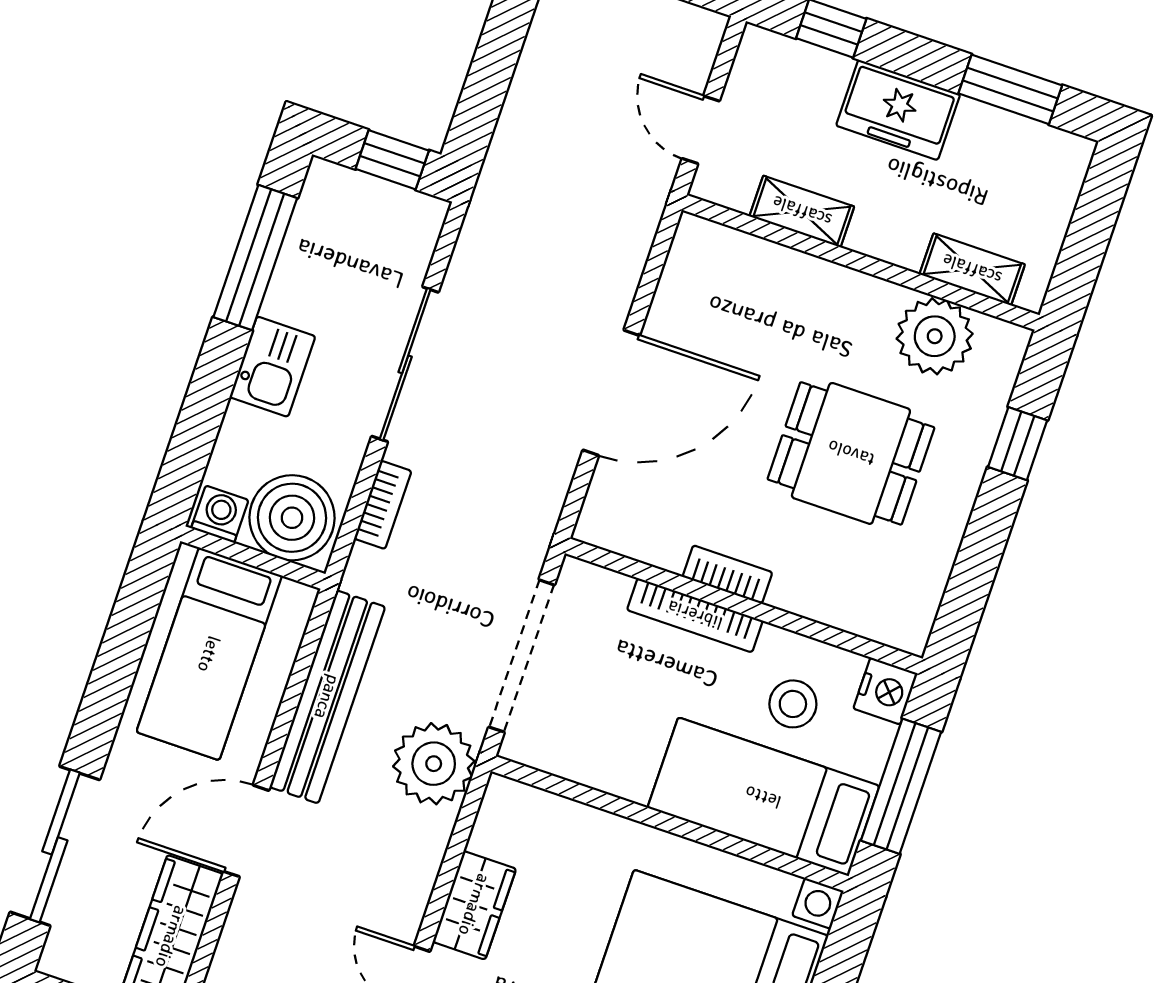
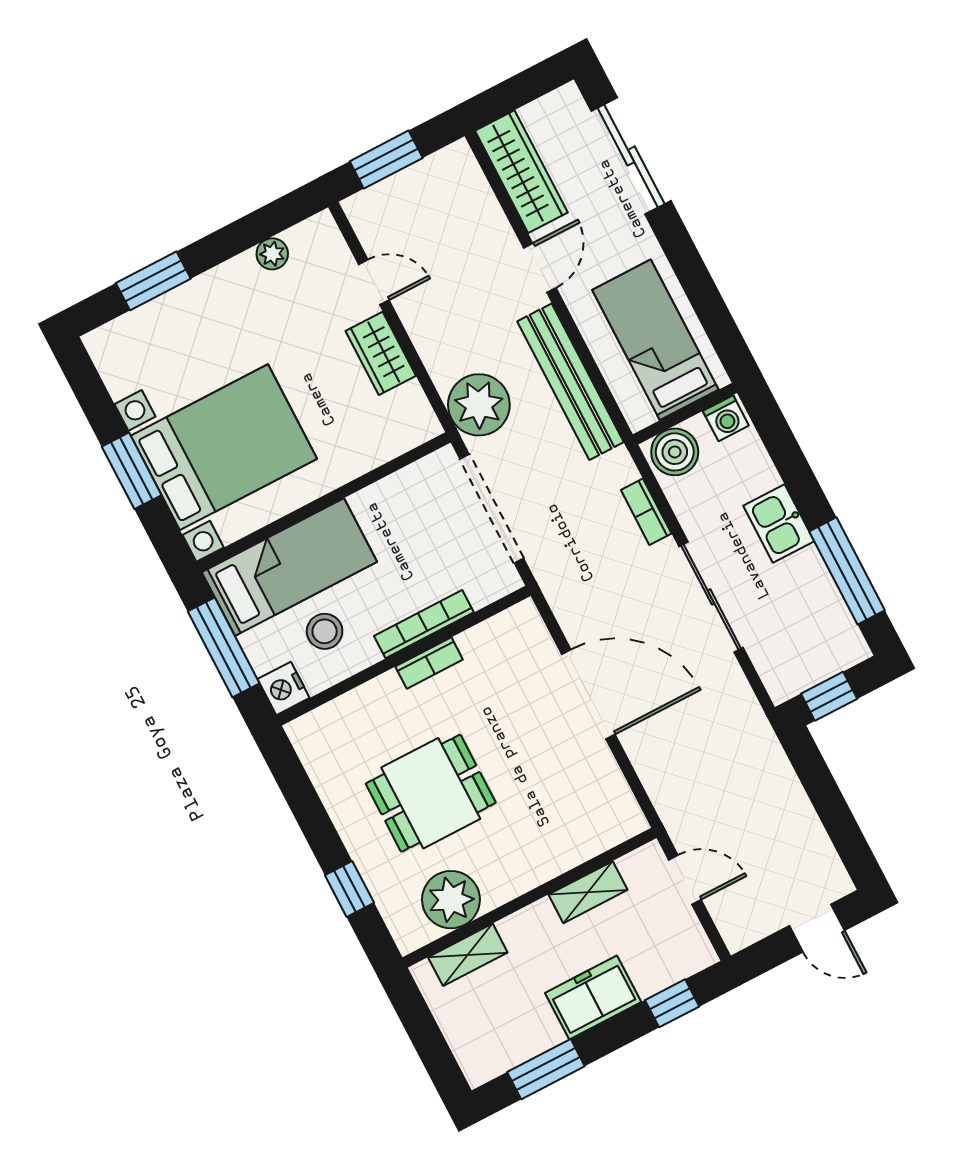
door: (611, 393) -> (588, 694), swing flipped
boiler: (292, 518) -> (675, 452), width x0.73, depth x0.73
door: (246, 831) -> (540, 268), width x0.73

